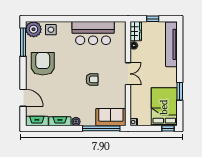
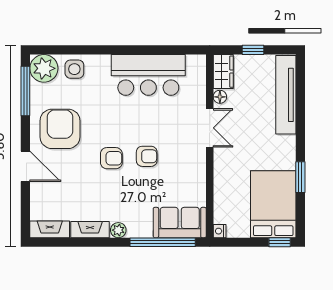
double door: (128, 74) -> (210, 128), moved
armchair: (72, 80) -> (111, 158), added
door: (23, 98) -> (25, 166), moved

